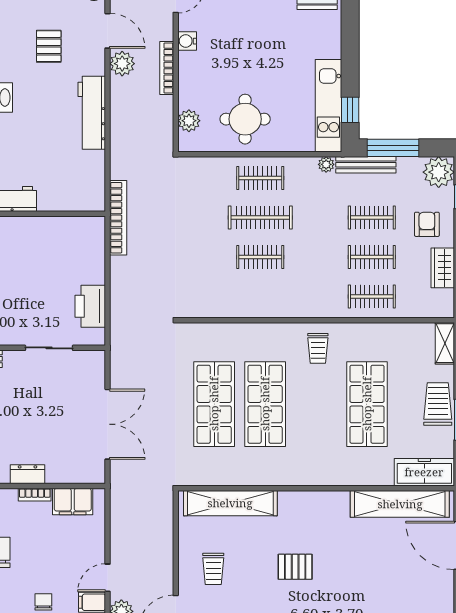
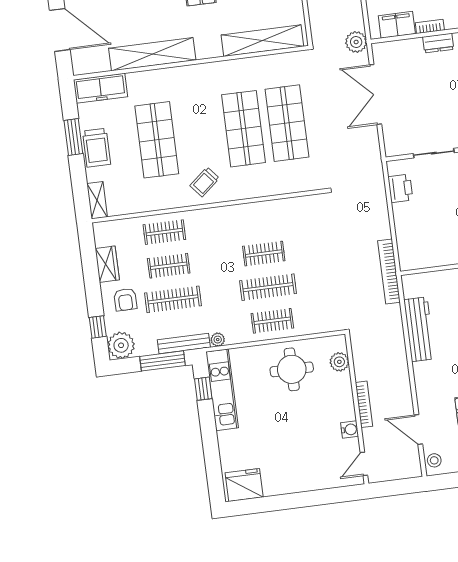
plant: (122, 64) -> (356, 42), moved
workbench: (92, 113) -> (419, 329), moved
clothes rail: (372, 218) -> (173, 299), width x1.36
printer: (90, 306) -> (400, 188), width x0.73, depth x0.84
trolley: (318, 348) -> (205, 182), turned -130
shelving: (400, 504) -> (152, 54), moved

